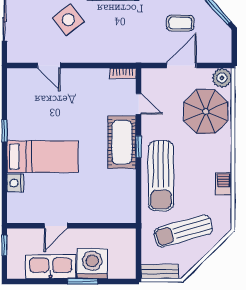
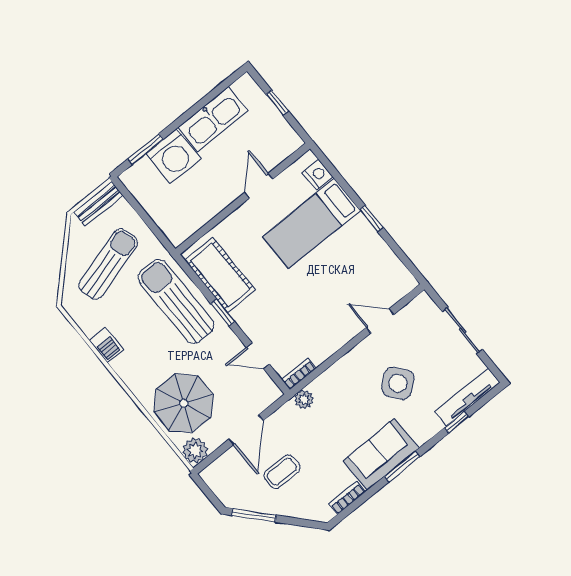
plant: (132, 56) -> (304, 399), added
cot: (122, 142) -> (220, 275), moved
door: (56, 226) -> (259, 186), moved
wall: (71, 226) -> (243, 199), moved
window: (83, 281) -> (146, 149), moved

